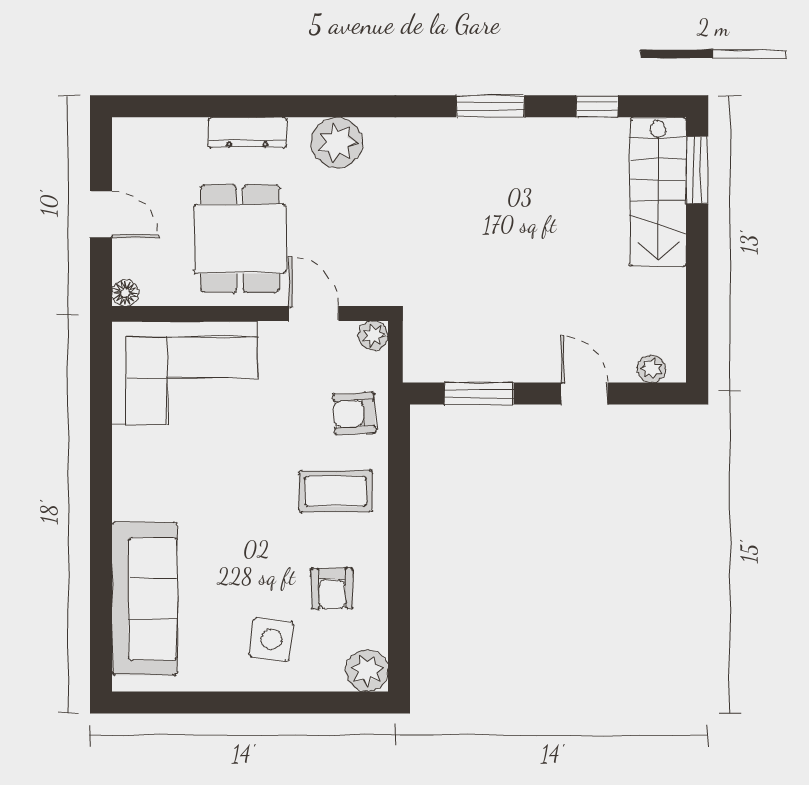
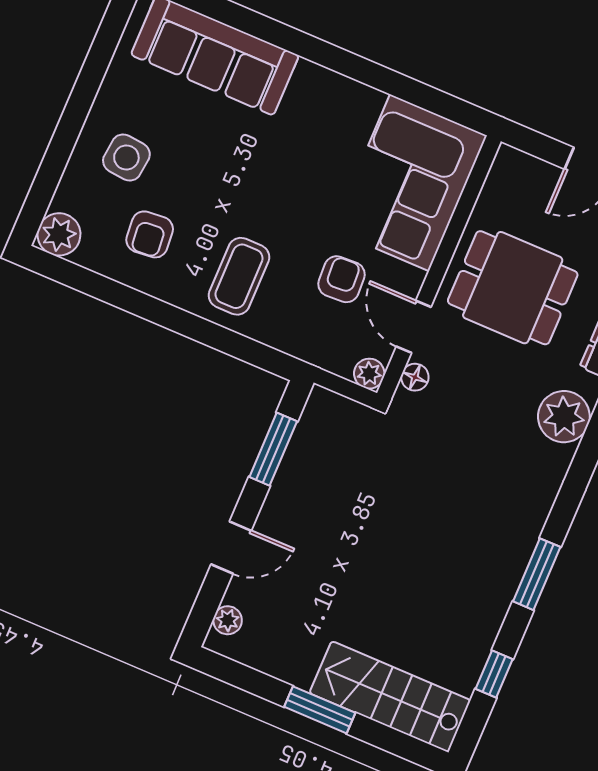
window: (697, 170) -> (320, 710), moved
floor lamp: (125, 293) -> (415, 377), moved
door: (314, 314) -> (414, 327), swing flipped
armchair: (354, 414) -> (342, 279), moved
armchair: (332, 588) -> (150, 234), turned -94

